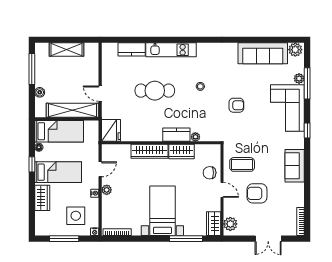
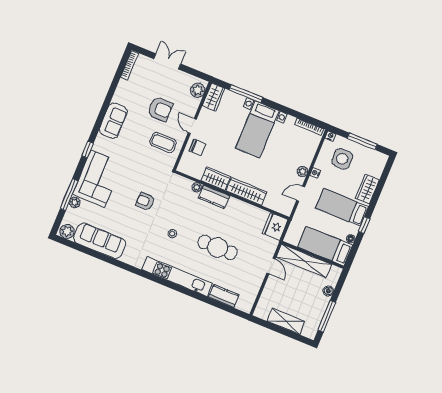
kitchen unit: (171, 50) -> (177, 276), width x1.36

